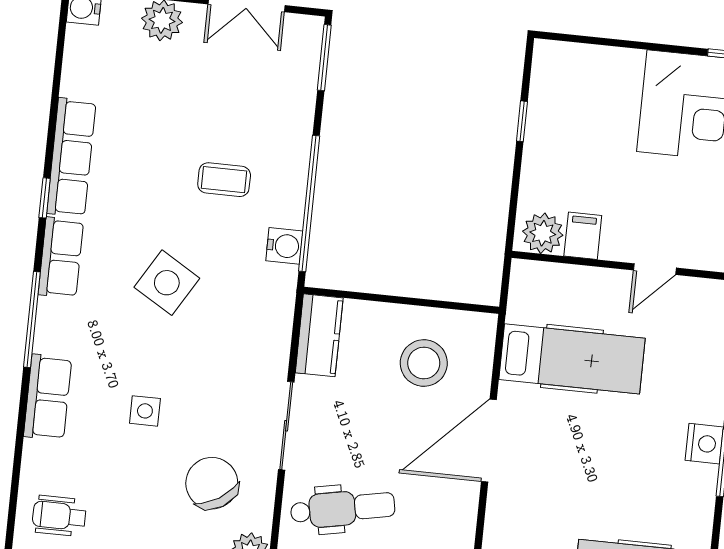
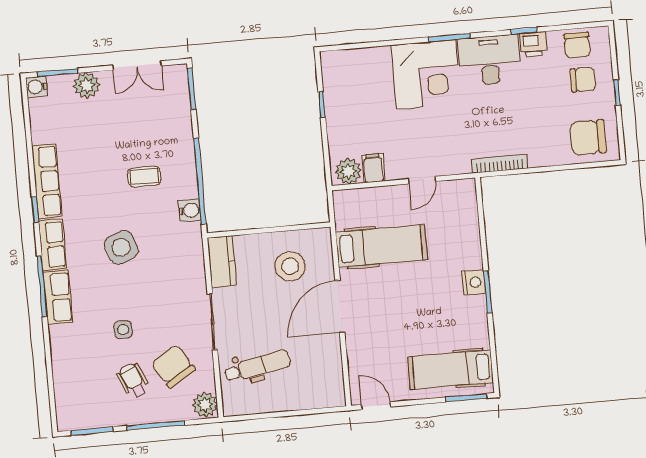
side table: (167, 283) -> (121, 247), turned 38
row of seats: (48, 397) -> (58, 297), moved
wheelchair: (59, 516) -> (133, 381), moved, turned 67

